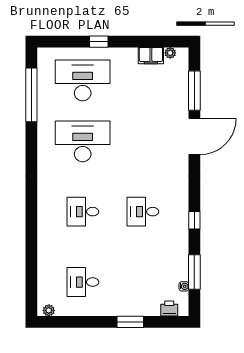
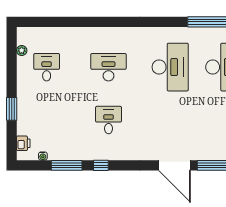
desk: (83, 212) -> (109, 67), width x1.37
window: (194, 272) -> (67, 165), moved
plant: (49, 310) -> (22, 50), moved

